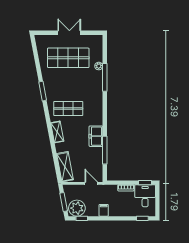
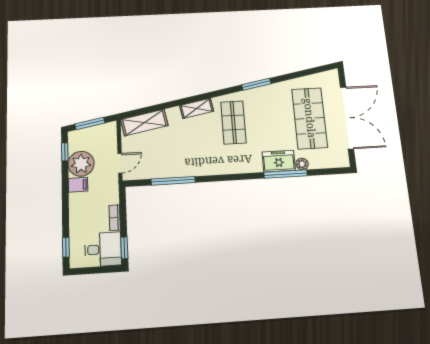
double door: (69, 33) -> (347, 118), width x1.87
freezer: (96, 136) -> (279, 161), moved
plant: (77, 208) -> (81, 164), moved

